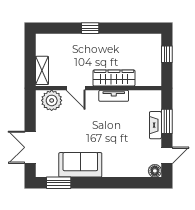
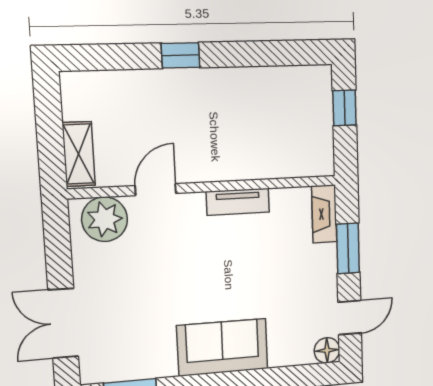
wardrobe: (114, 78) -> (237, 164), removed
door: (76, 88) -> (156, 190), swing flipped
fireplace: (155, 125) -> (324, 214), moved
sofa: (80, 165) -> (222, 347), moved

